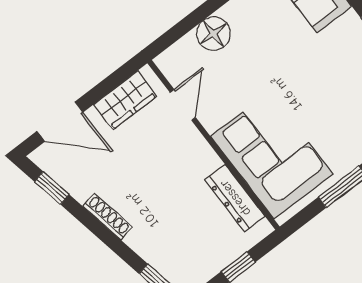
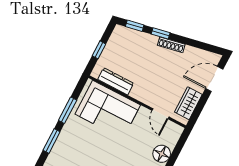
window: (52, 188) -> (161, 33), moved

